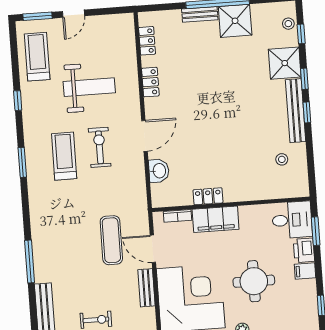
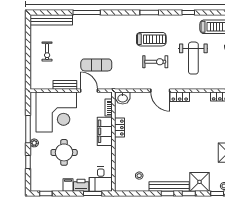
locker: (150, 82) -> (180, 97), moved
washbasin: (159, 171) -> (123, 98), moved
door: (153, 249) -> (89, 91), hinge flipped

